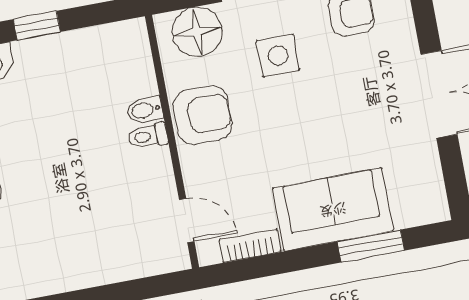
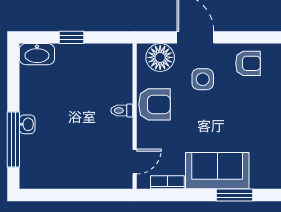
bidet: (145, 110) -> (123, 96), removed
door: (187, 221) -> (135, 162), hinge flipped

